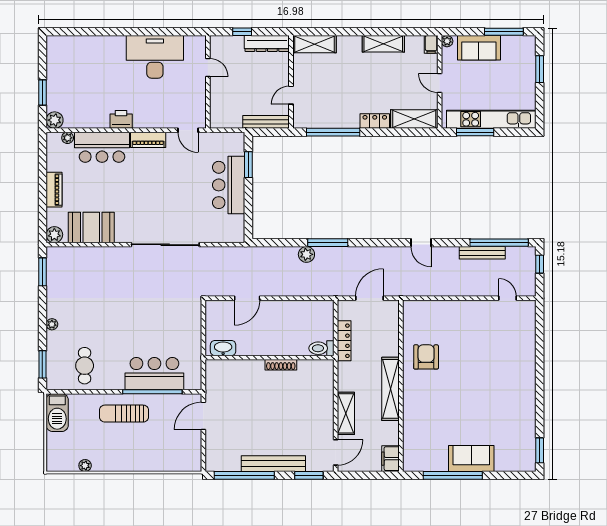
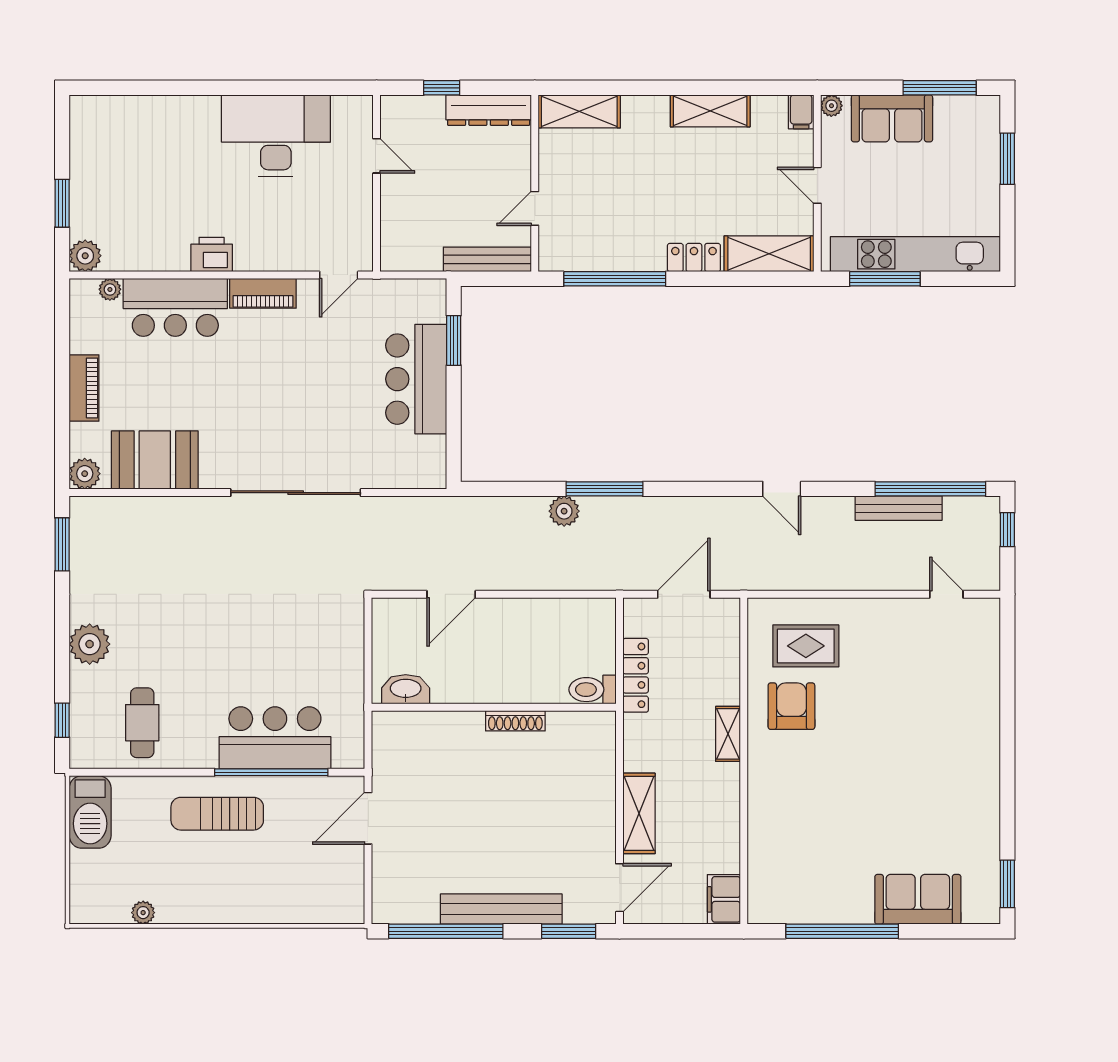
door: (188, 130) -> (339, 275), hinge flipped
plant: (52, 324) -> (90, 644), width x1.87, depth x1.87
rug: (434, 325) -> (806, 646), added
window: (42, 364) -> (62, 720), width x0.67
shelving: (390, 389) -> (728, 734), width x0.45, depth x0.75
sofa: (471, 459) -> (918, 899), moved

